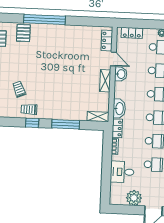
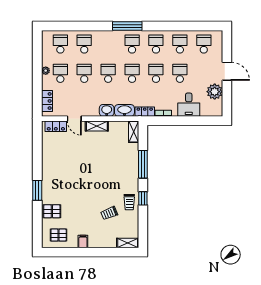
window: (45, 20) -> (37, 190), width x0.47
door: (113, 59) -> (74, 119), swing flipped
washbasin: (121, 74) -> (107, 110), moved

